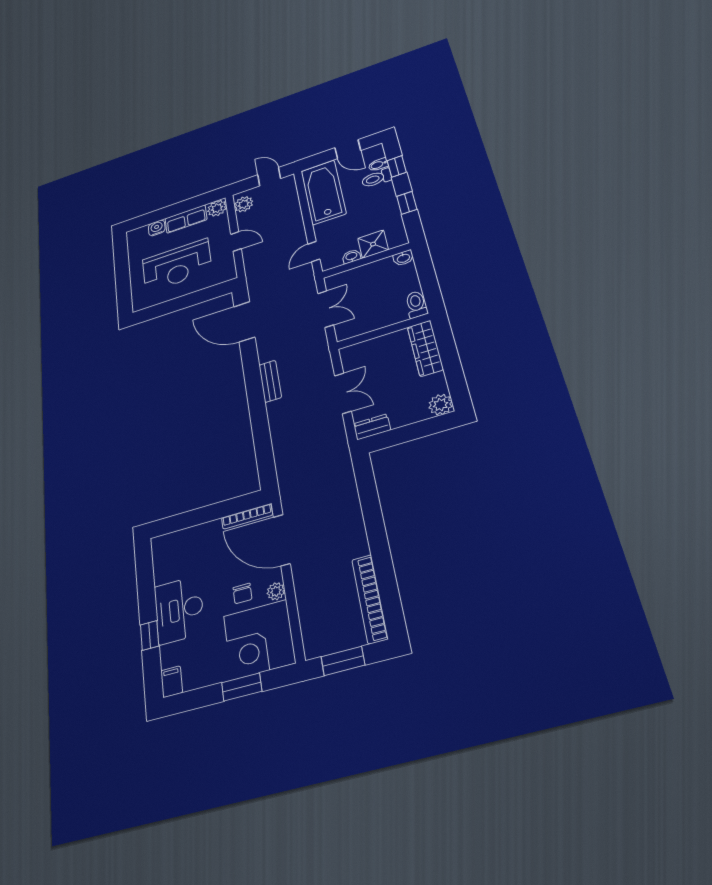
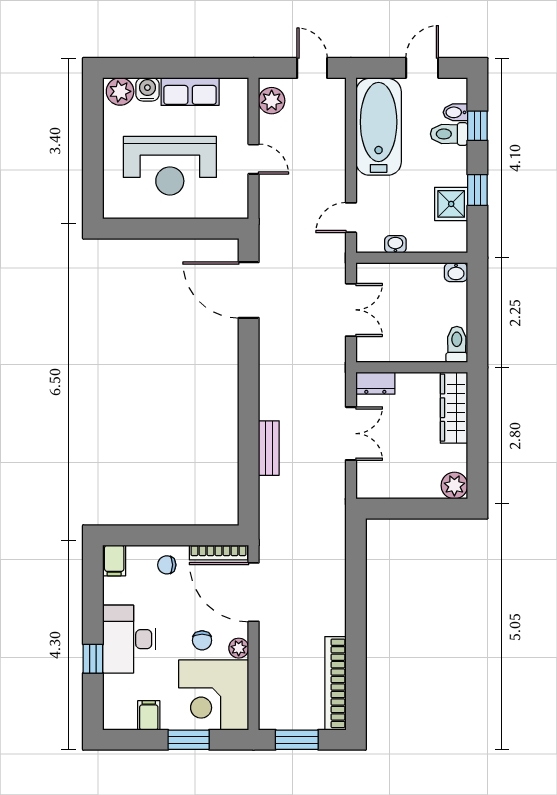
door: (348, 149) -> (422, 68), swing flipped
plant: (217, 208) -> (120, 91), moved
shower: (373, 244) -> (451, 204), moved
bench: (270, 381) -> (269, 448), moved
dresser: (372, 427) -> (375, 383), moved, turned 180
chair: (205, 539) -> (167, 565), added
filing cabinet: (161, 548) -> (114, 560), added
filing cabinet: (172, 682) -> (149, 715), moved

